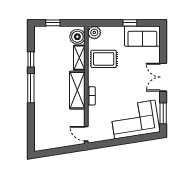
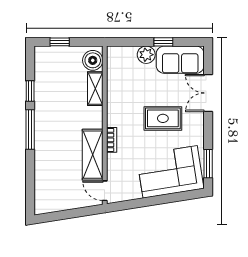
plant: (94, 32) -> (146, 55), moved
rug: (104, 59) -> (163, 118), moved
double door: (163, 77) -> (208, 93), moved
shelving: (77, 90) -> (93, 155), moved

